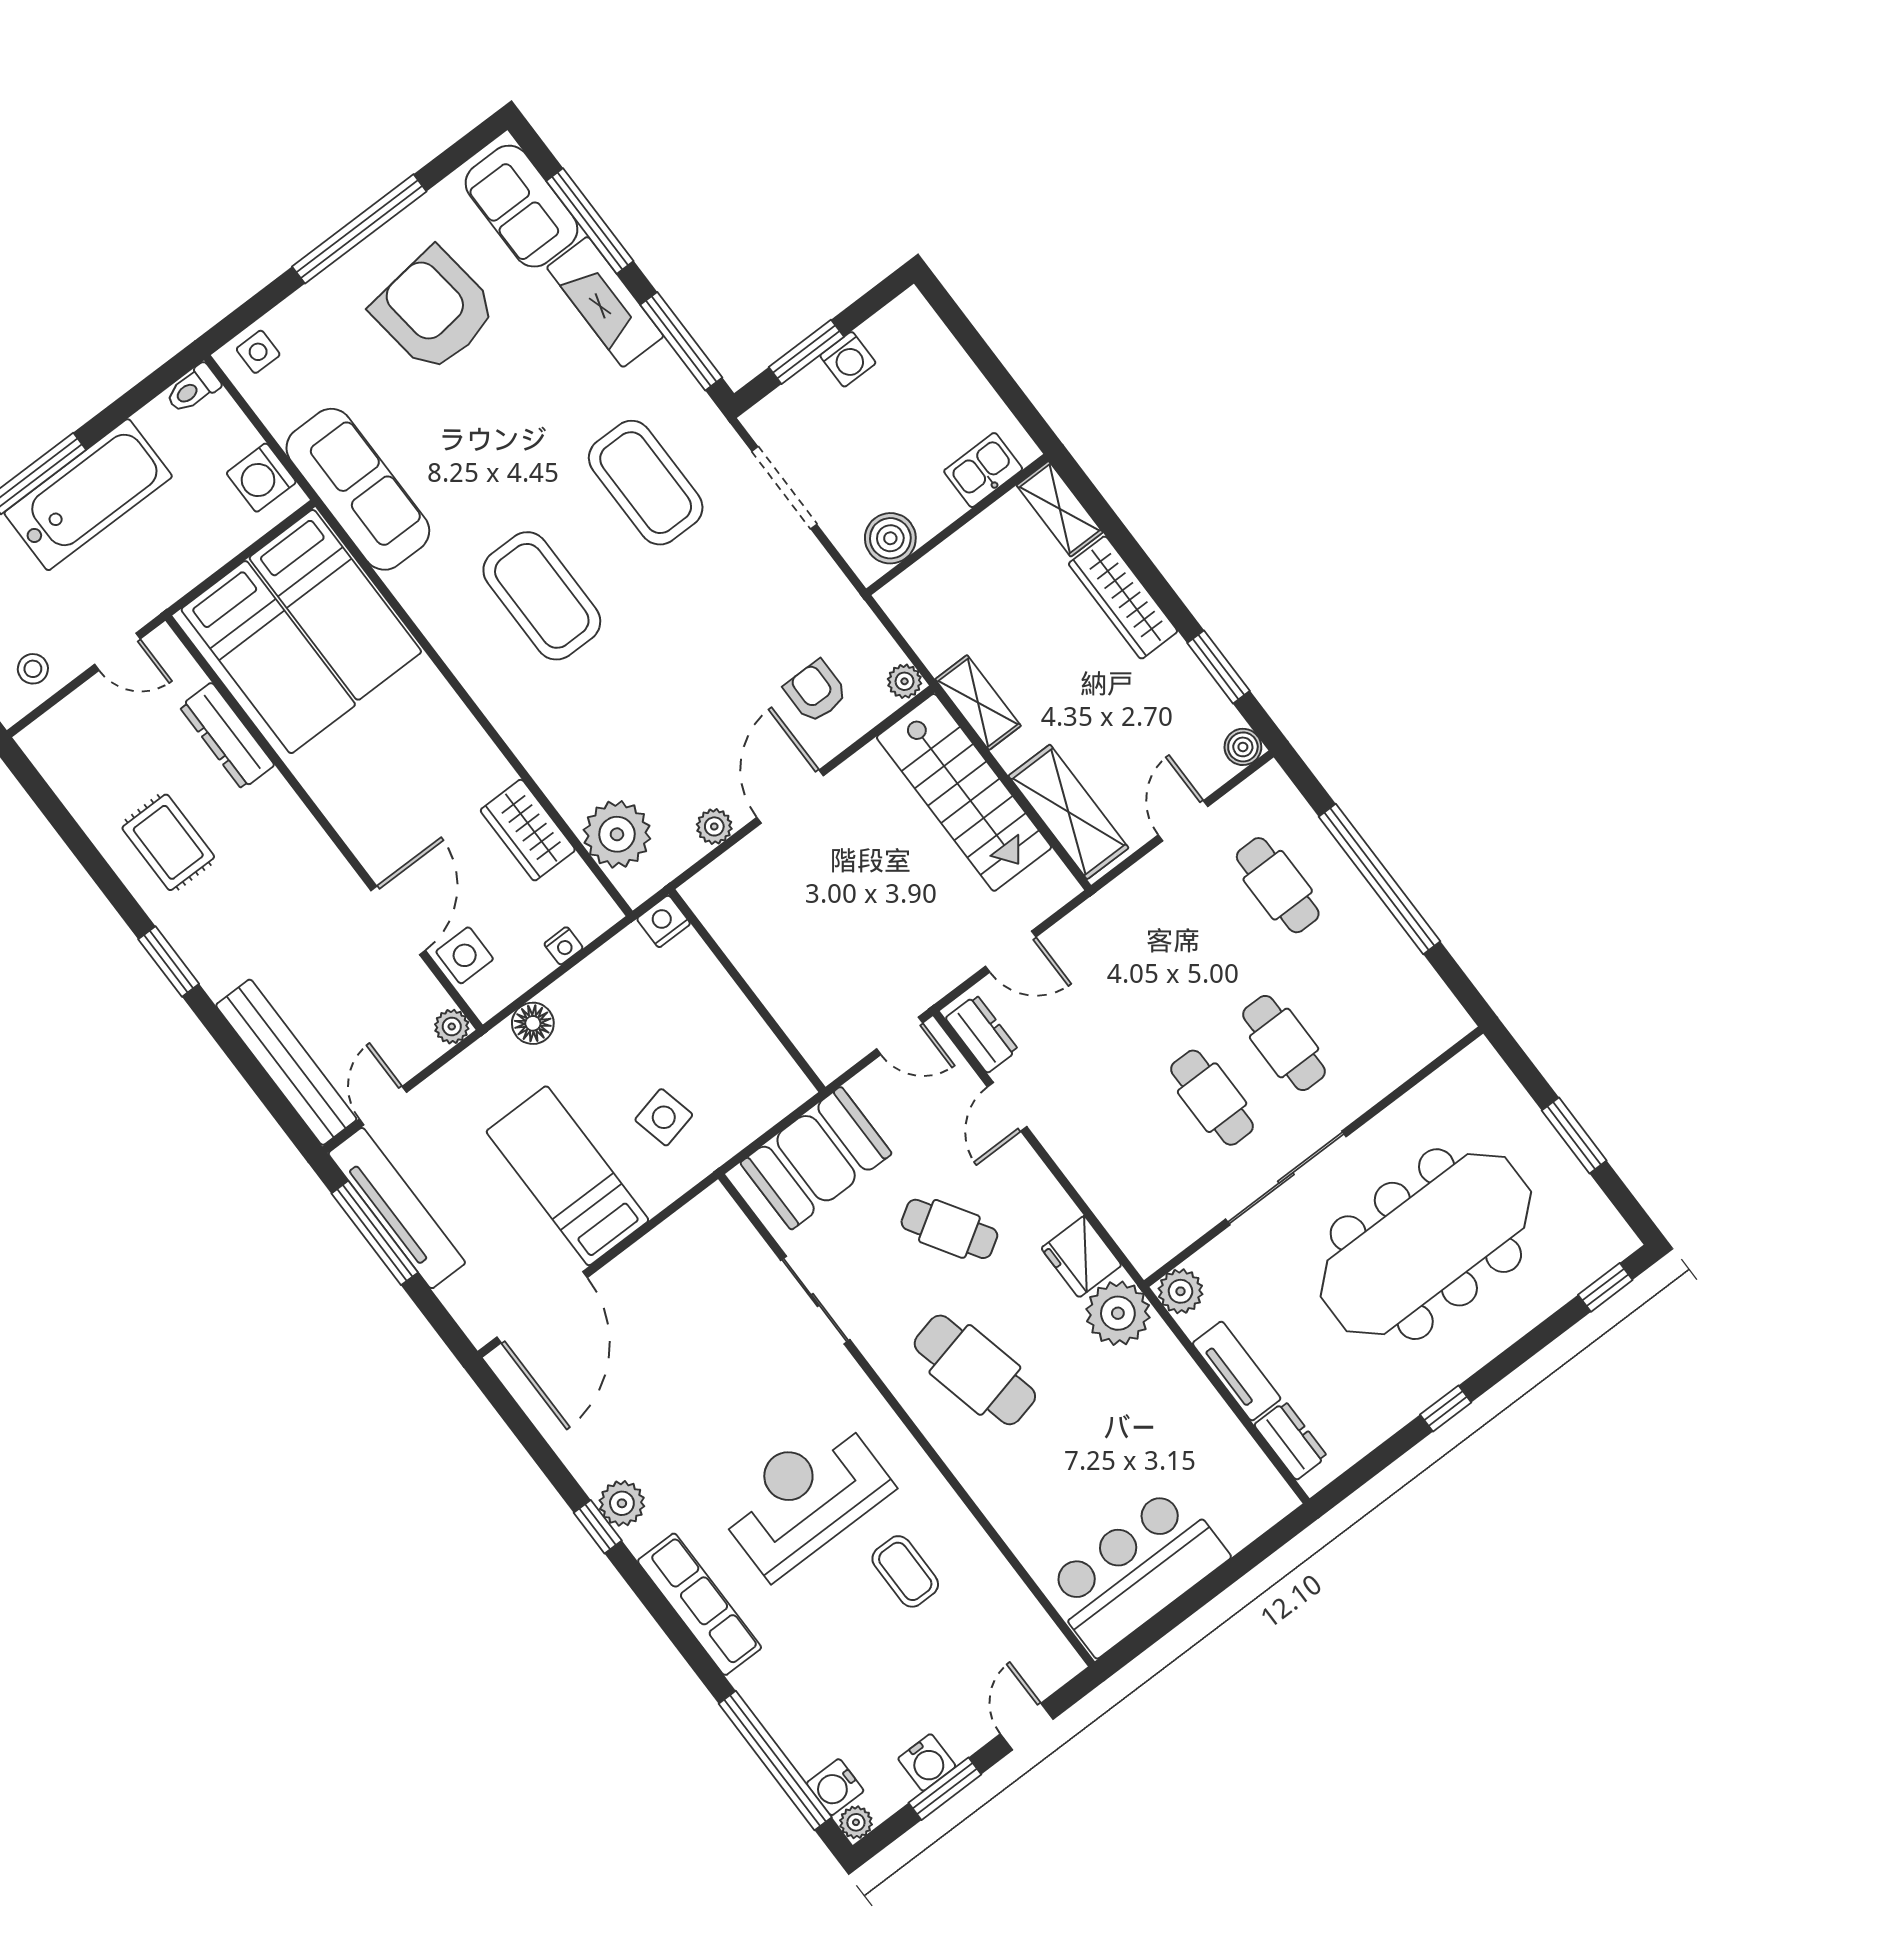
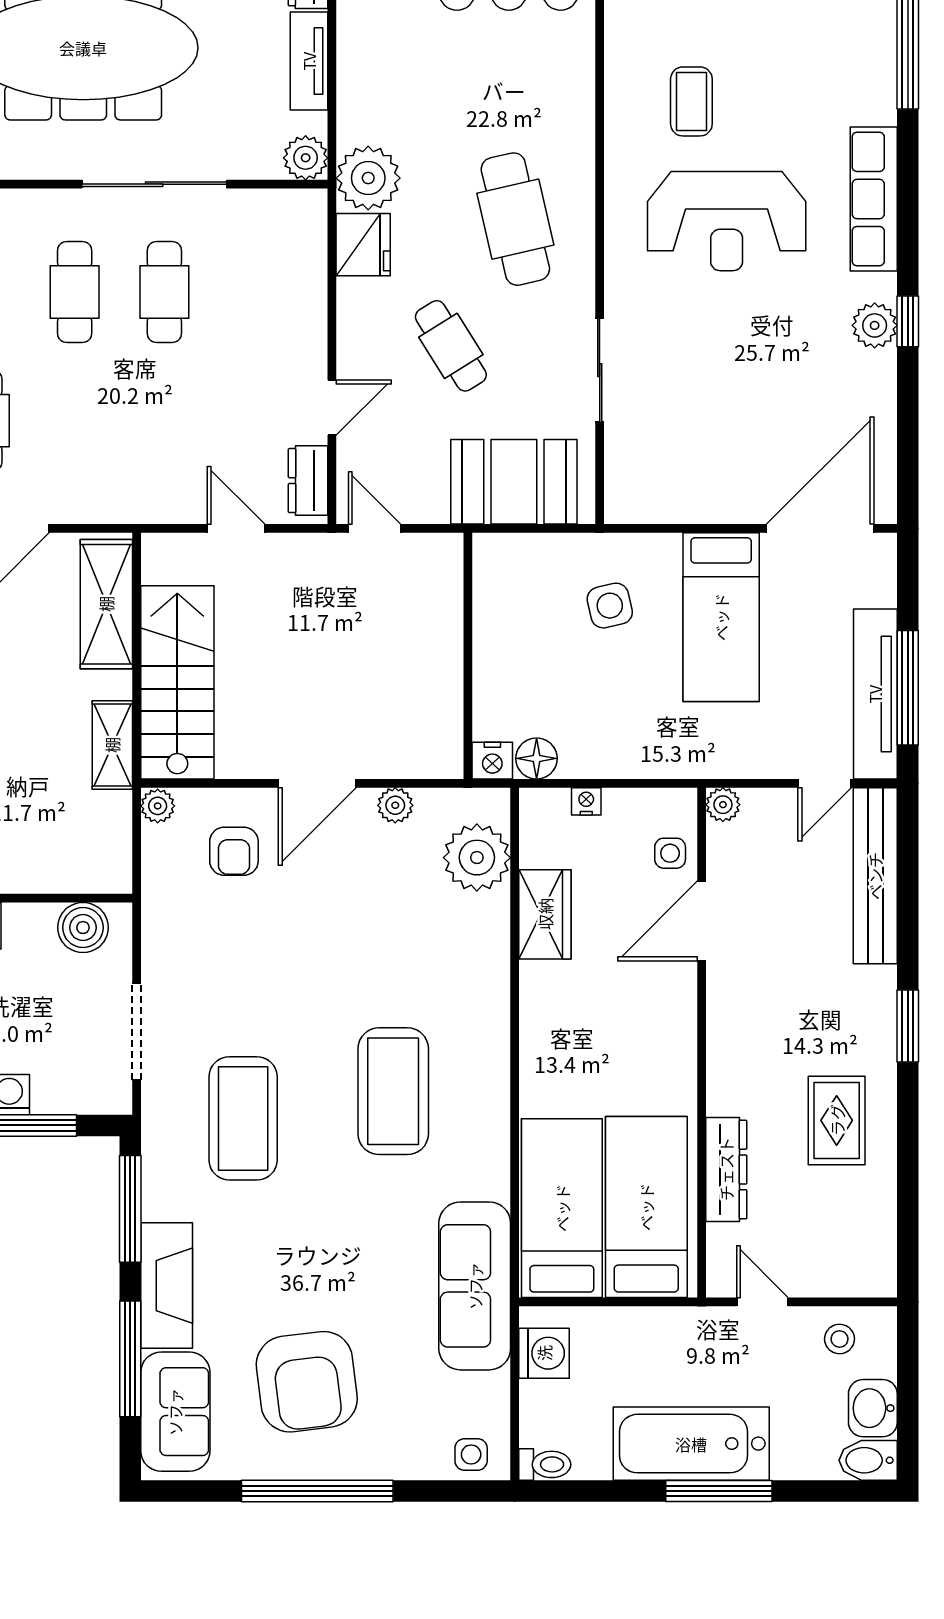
side table: (465, 955) -> (670, 853), width x0.73, depth x0.73
floor lamp: (533, 1023) -> (537, 758), moved

